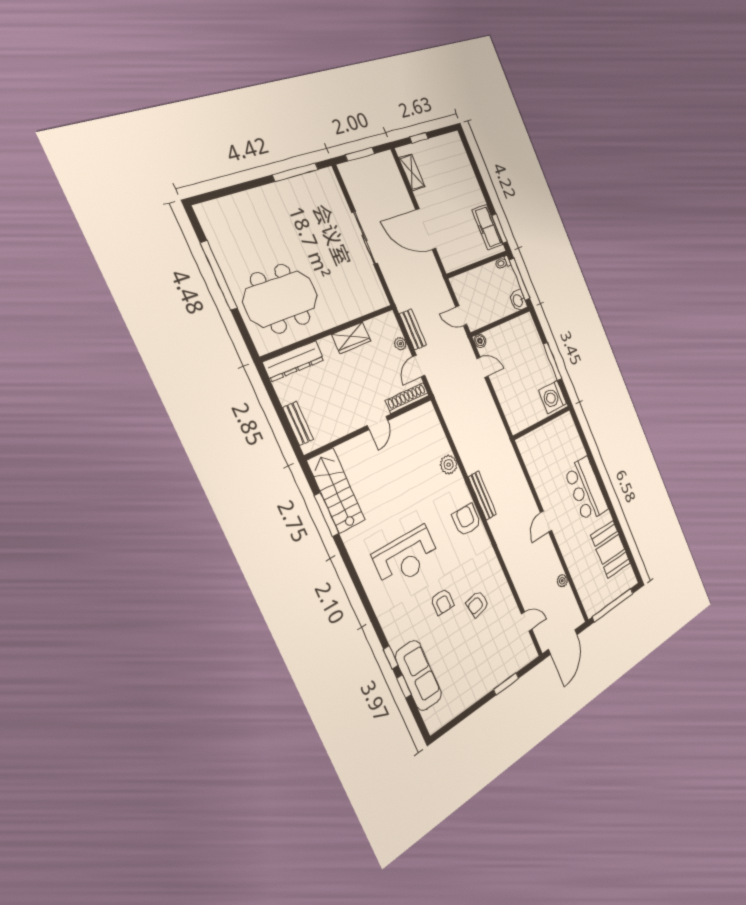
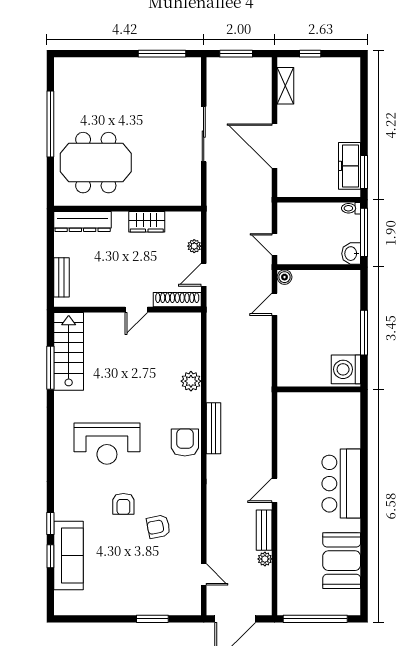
bench: (413, 329) -> (264, 530), moved
door: (482, 367) -> (275, 304), swing flipped

